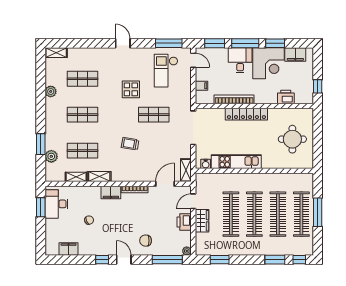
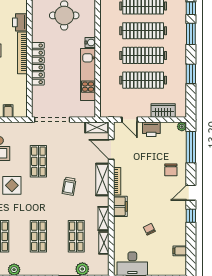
bookcase: (234, 99) -> (22, 53), moved
water cooler: (206, 164) -> (90, 43), moved
shelving: (136, 175) -> (102, 180), added
wardrobe: (202, 221) -> (163, 111), moved
filing cabinet: (69, 249) -> (180, 251), width x0.50
window: (220, 260) -> (191, 74), moved

